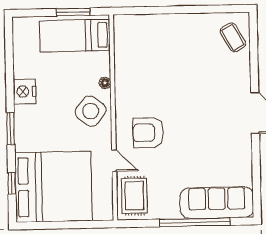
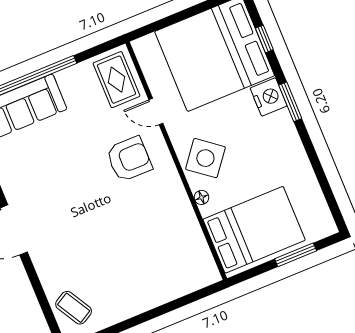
window: (73, 12) -> (296, 255), moved
bed: (75, 35) -> (254, 230), width x1.50
nightstand: (25, 91) -> (269, 97), moved

